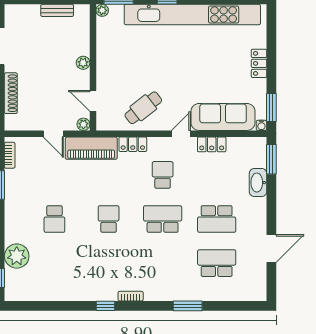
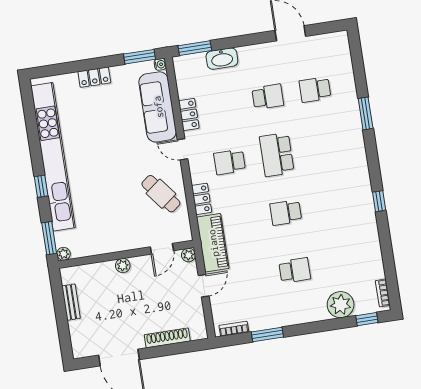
school desk: (217, 219) -> (268, 97), width x0.54
school desk: (217, 263) -> (315, 89), width x0.54
bookcase: (131, 296) -> (383, 293), moved

